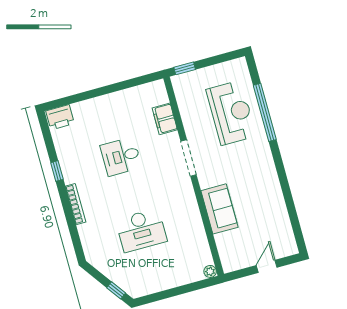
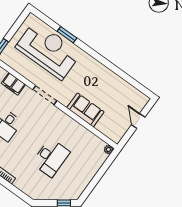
window: (265, 112) -> (67, 35), width x0.47
reception desk: (231, 113) -> (48, 50), width x1.36, depth x1.30

